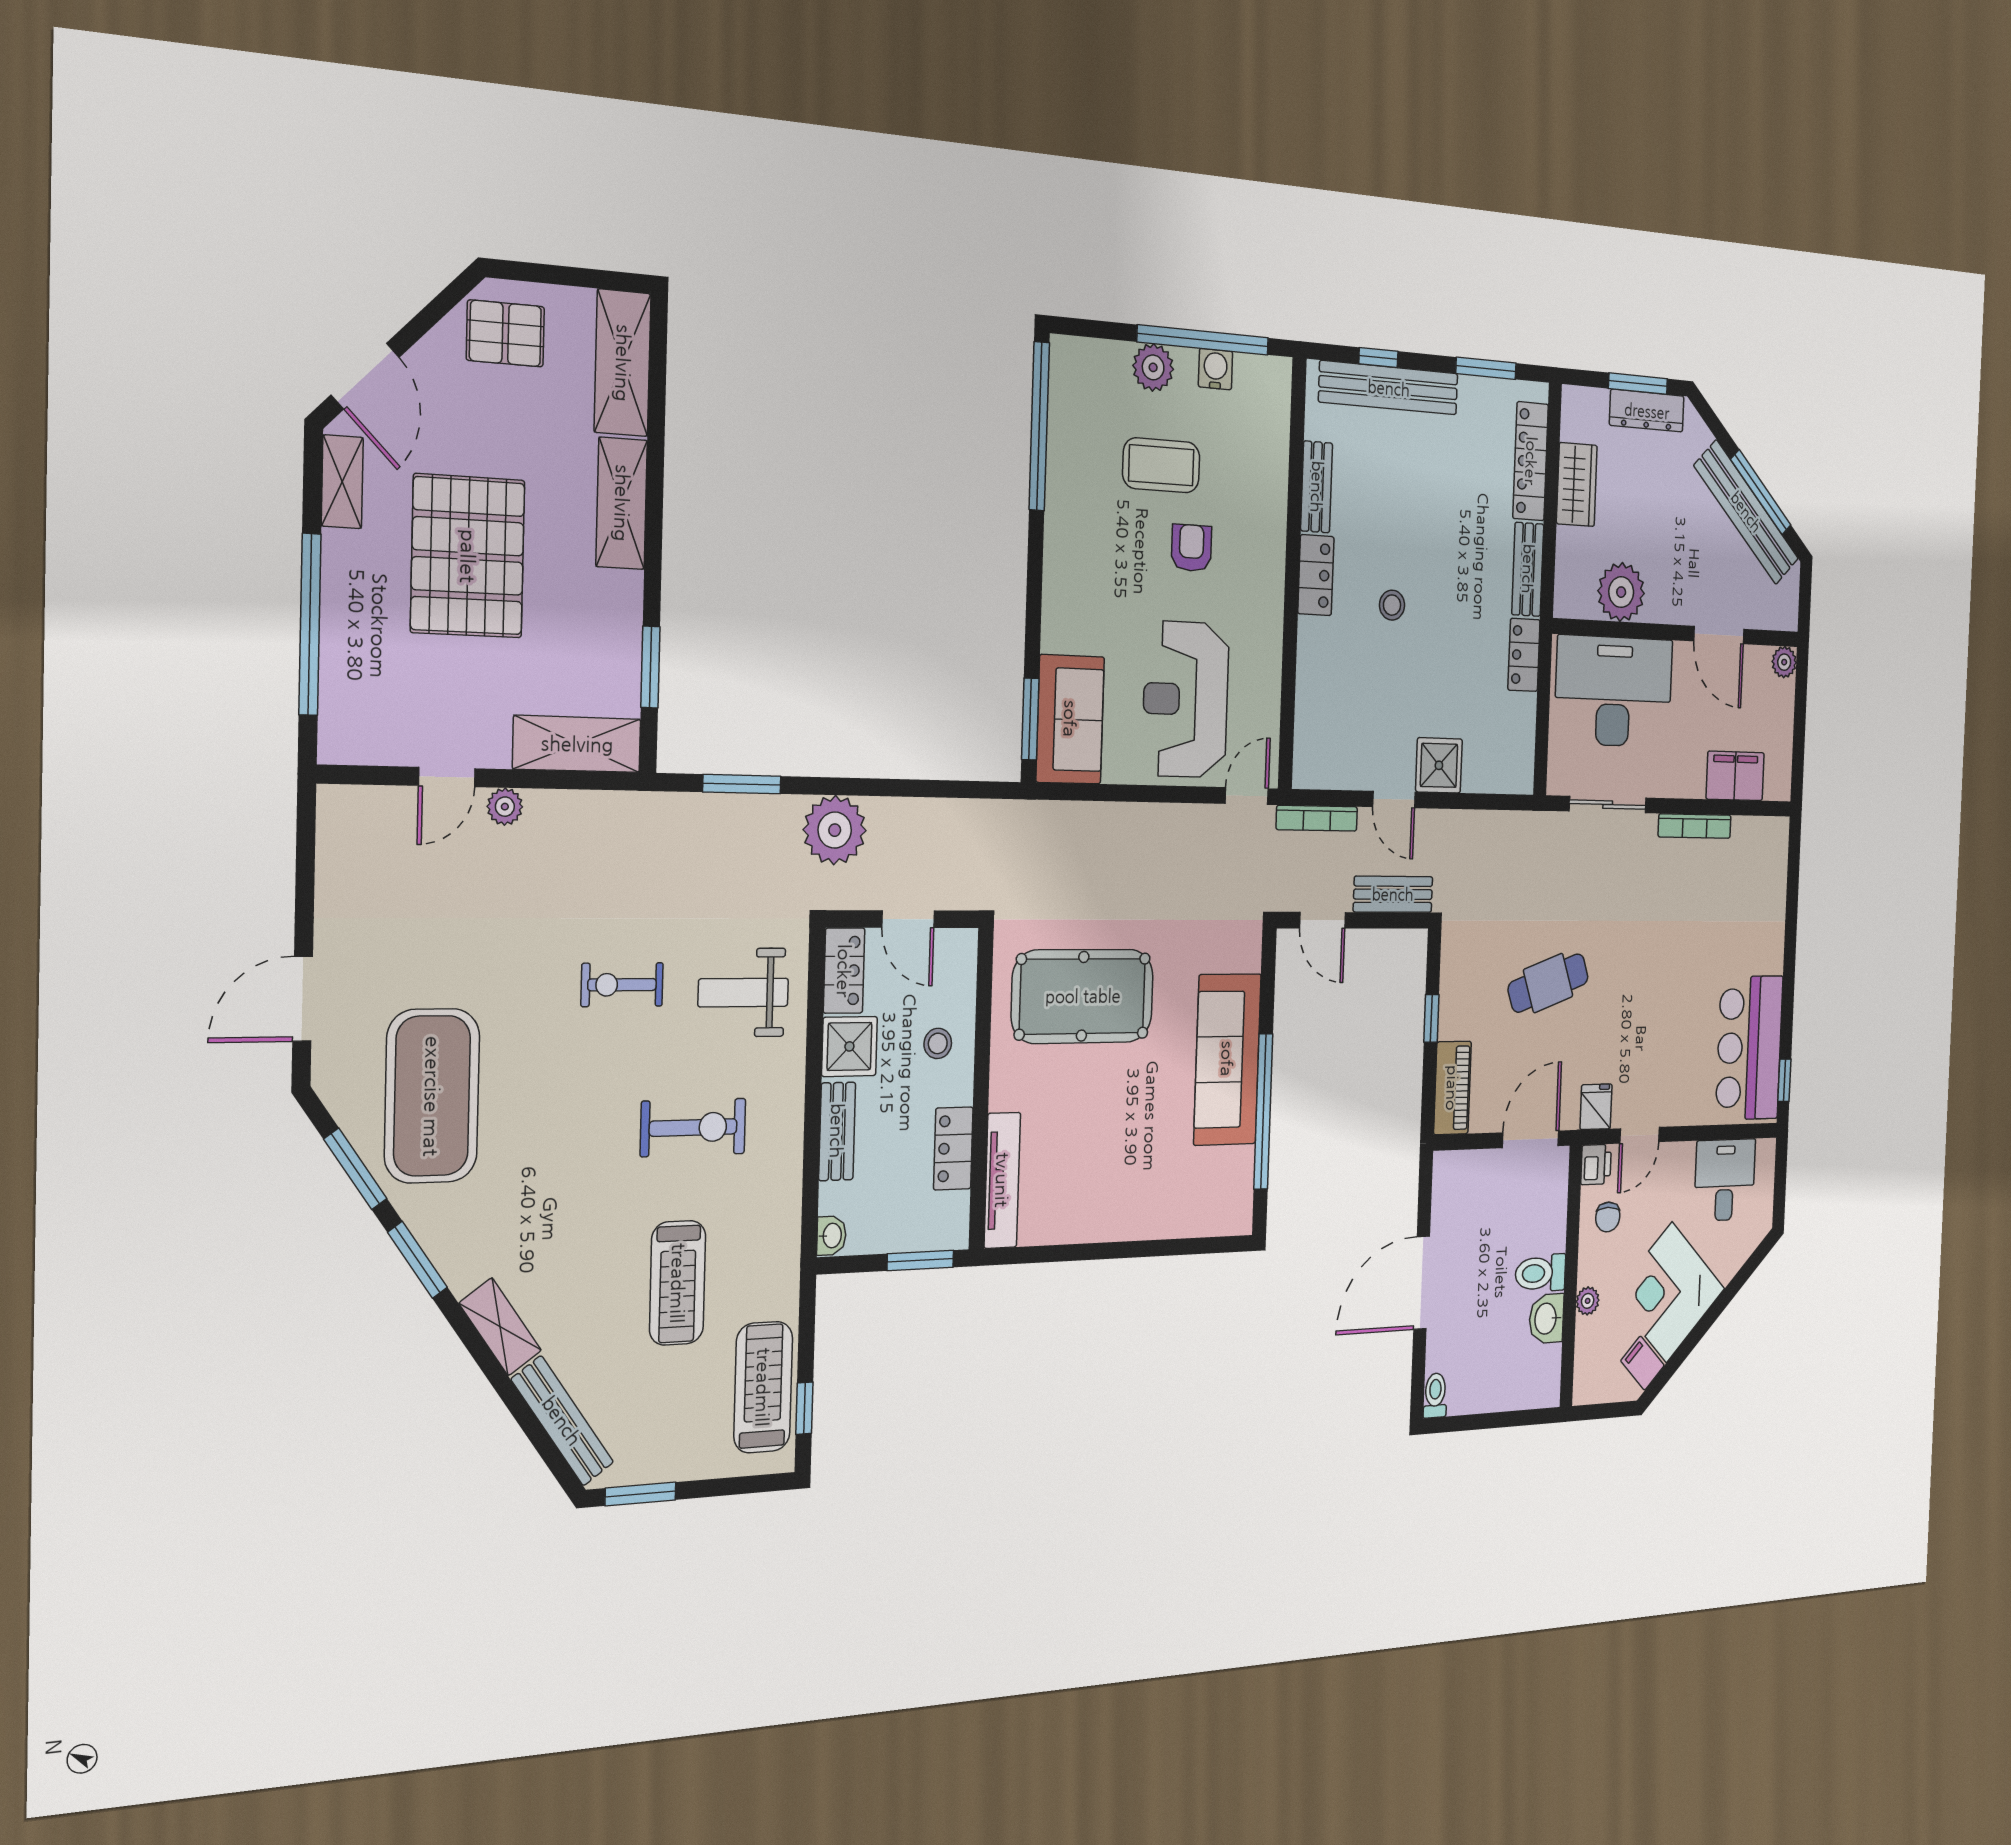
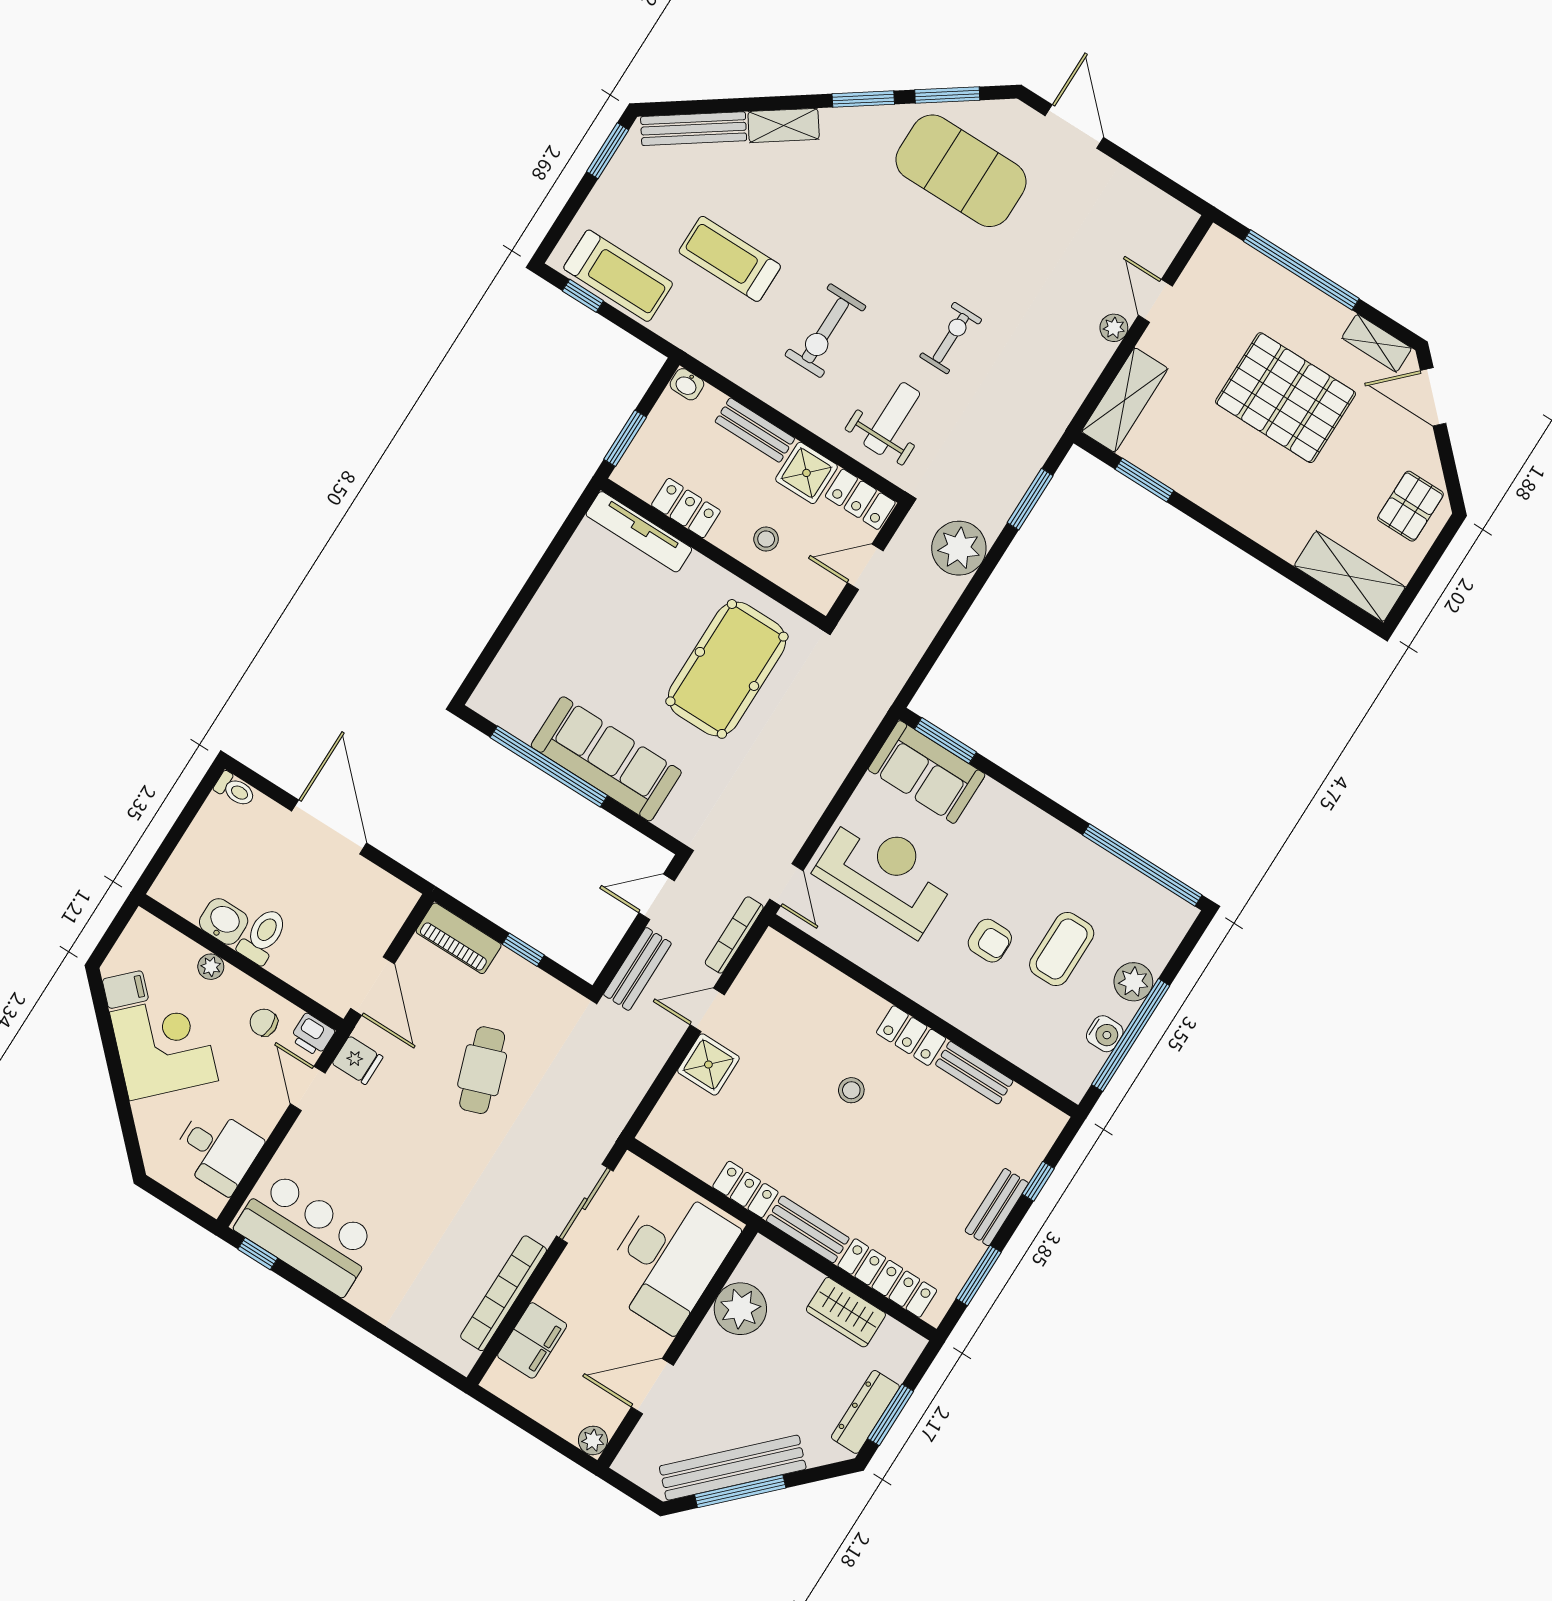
bench: (1389, 388) -> (997, 1207), width x0.54, depth x0.82
shelving: (622, 503) -> (1261, 522), removed
bookcase: (1695, 826) -> (504, 1293), width x1.48, depth x1.31

